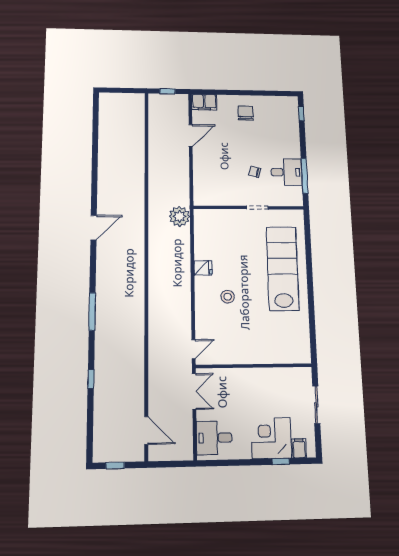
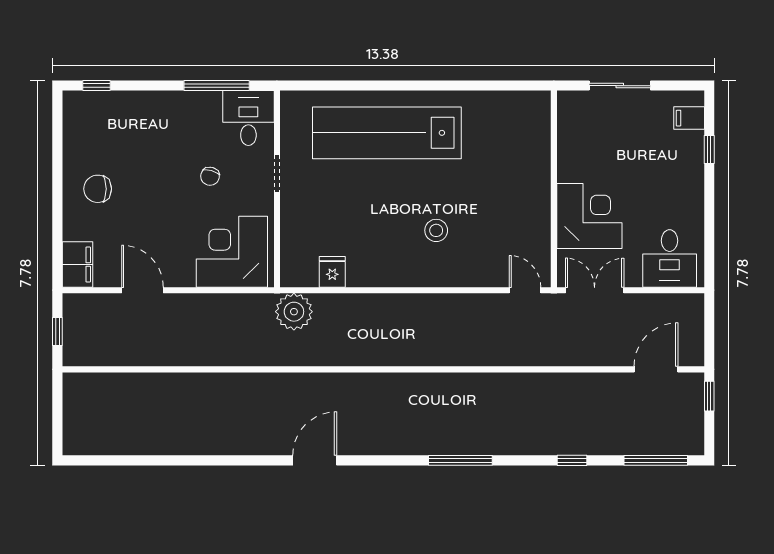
desk: (287, 172) -> (248, 118), moved
corner desk: (213, 183) -> (232, 252), added
door: (94, 228) -> (315, 460), hinge flipped
fridge: (203, 268) -> (332, 272), moved
window: (90, 432) -> (656, 460), added
corner desk: (271, 438) -> (589, 216), moved, turned 180
window: (115, 465) -> (709, 396), moved

